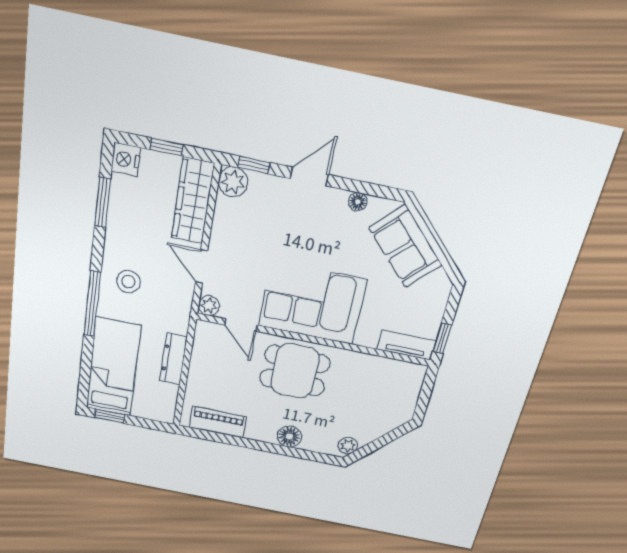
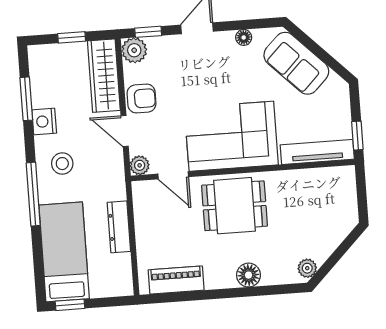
nightstand: (126, 160) -> (44, 121), moved
armchair: (228, 237) -> (141, 99), added
tv unit: (406, 345) -> (317, 152), width x1.41

